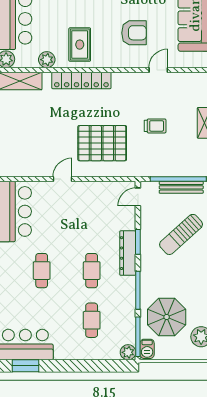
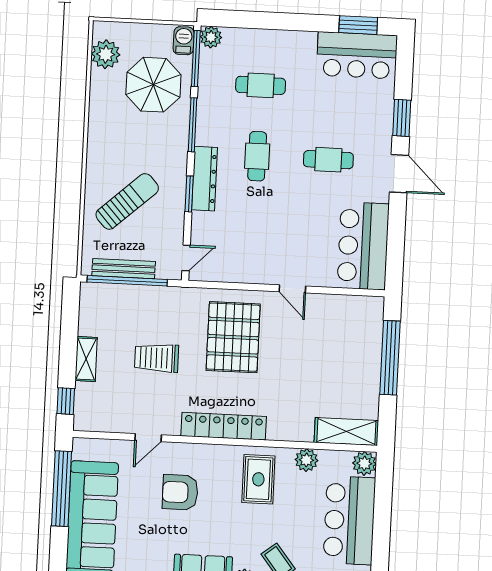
locker: (81, 80) -> (224, 426), moved
trolley: (155, 126) -> (157, 358), width x1.36, depth x1.39
pallet: (102, 143) -> (233, 337), turned 90
door: (62, 179) -> (292, 289), hinge flipped
cafe table: (42, 271) -> (328, 160), turned 90
cafe table: (92, 320) -> (261, 85), turned 90

